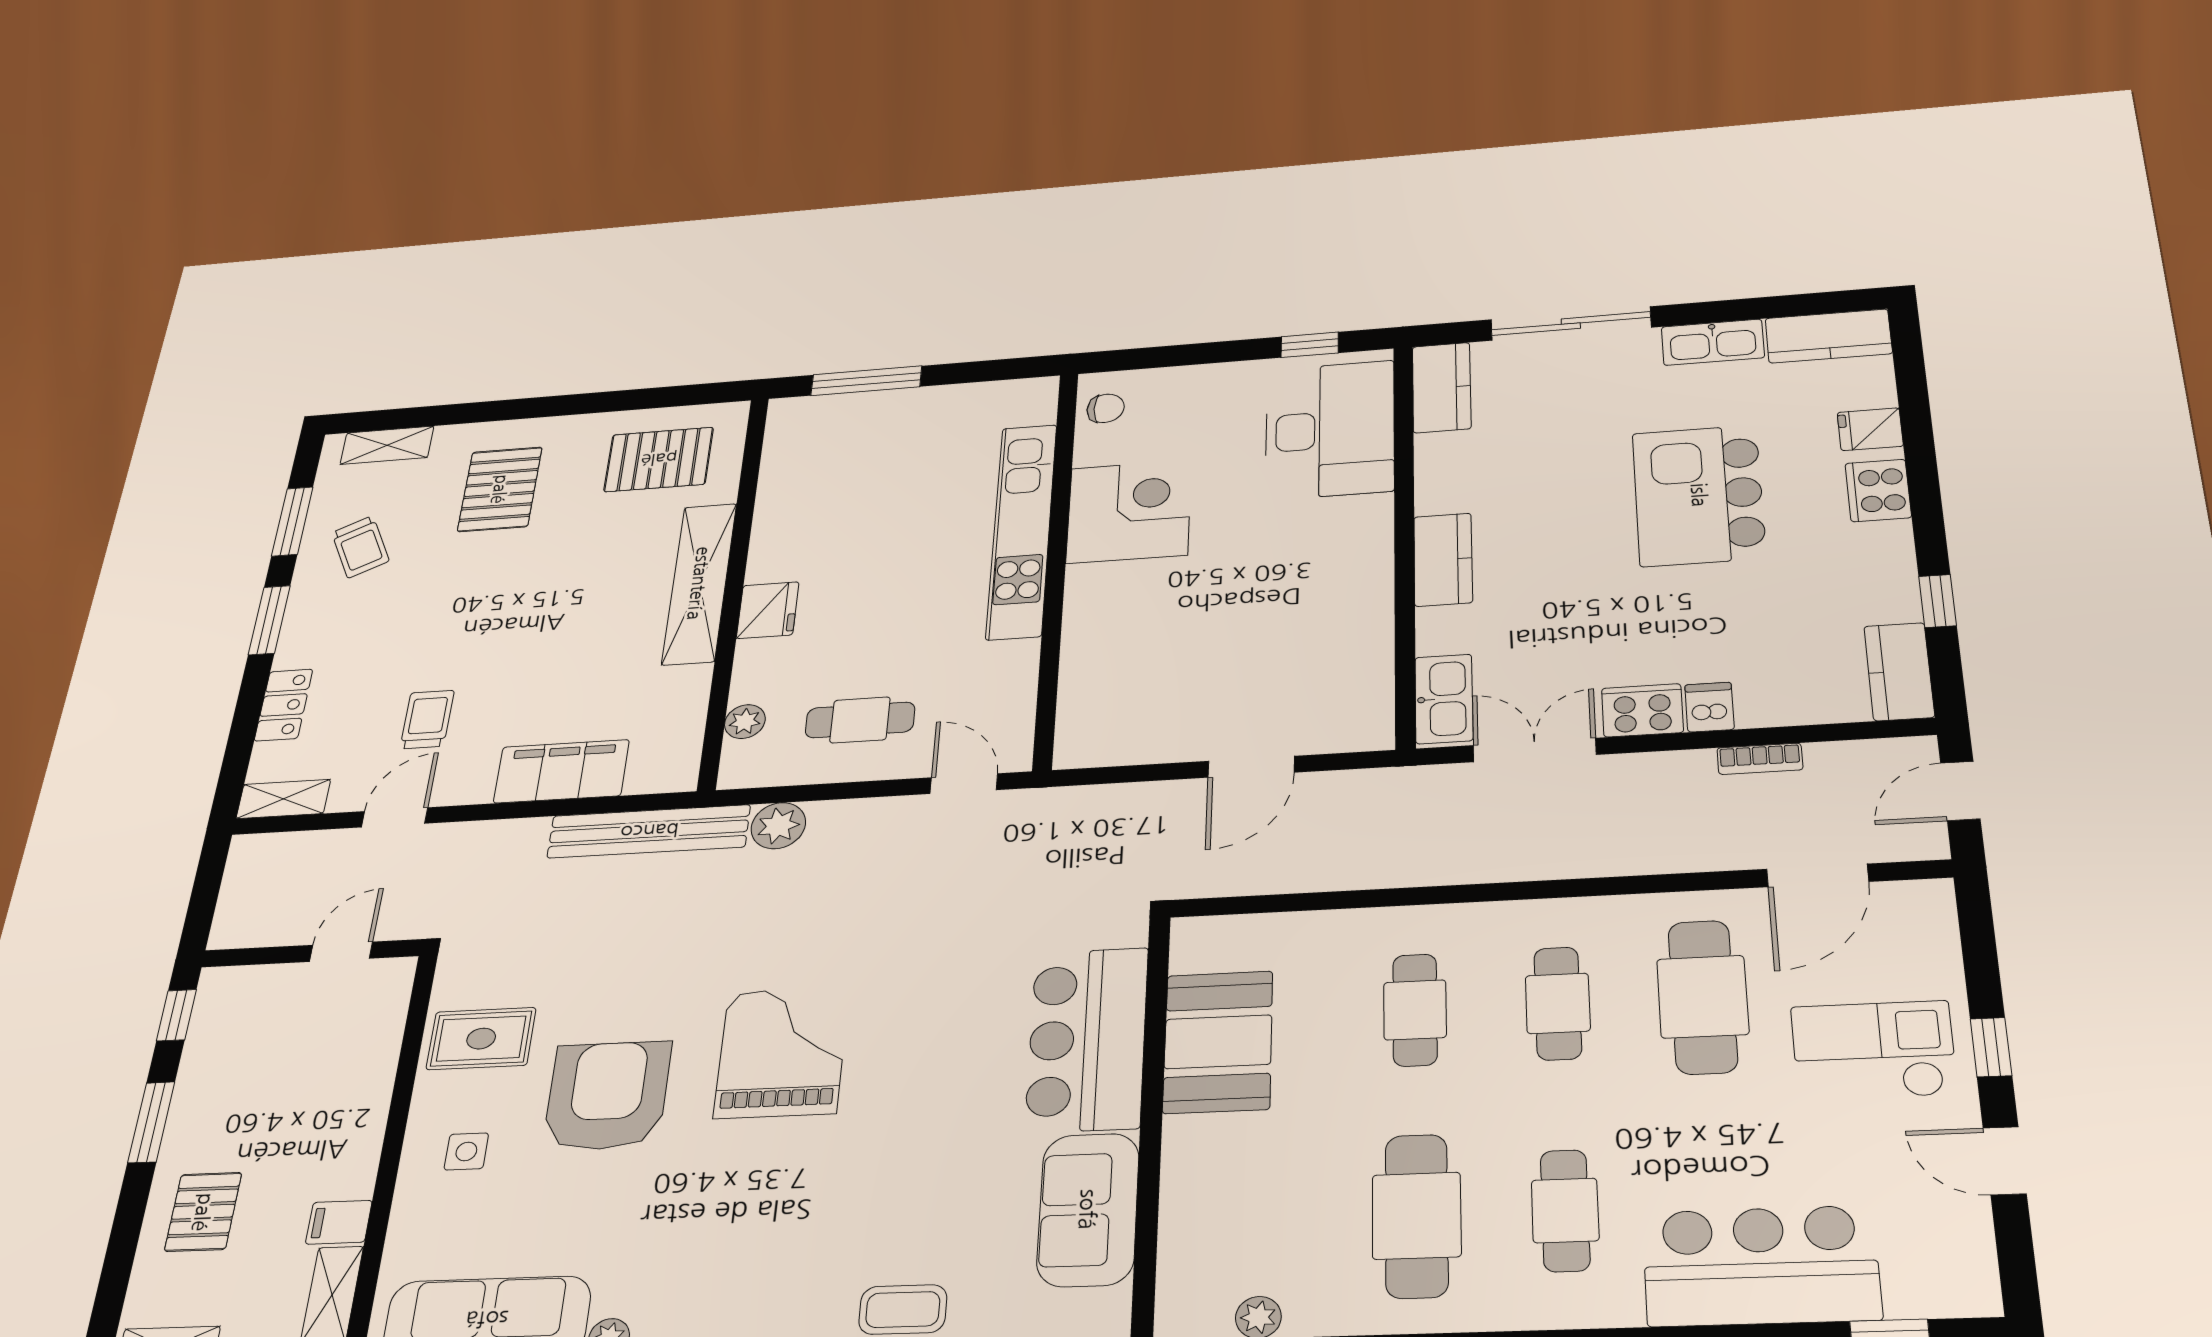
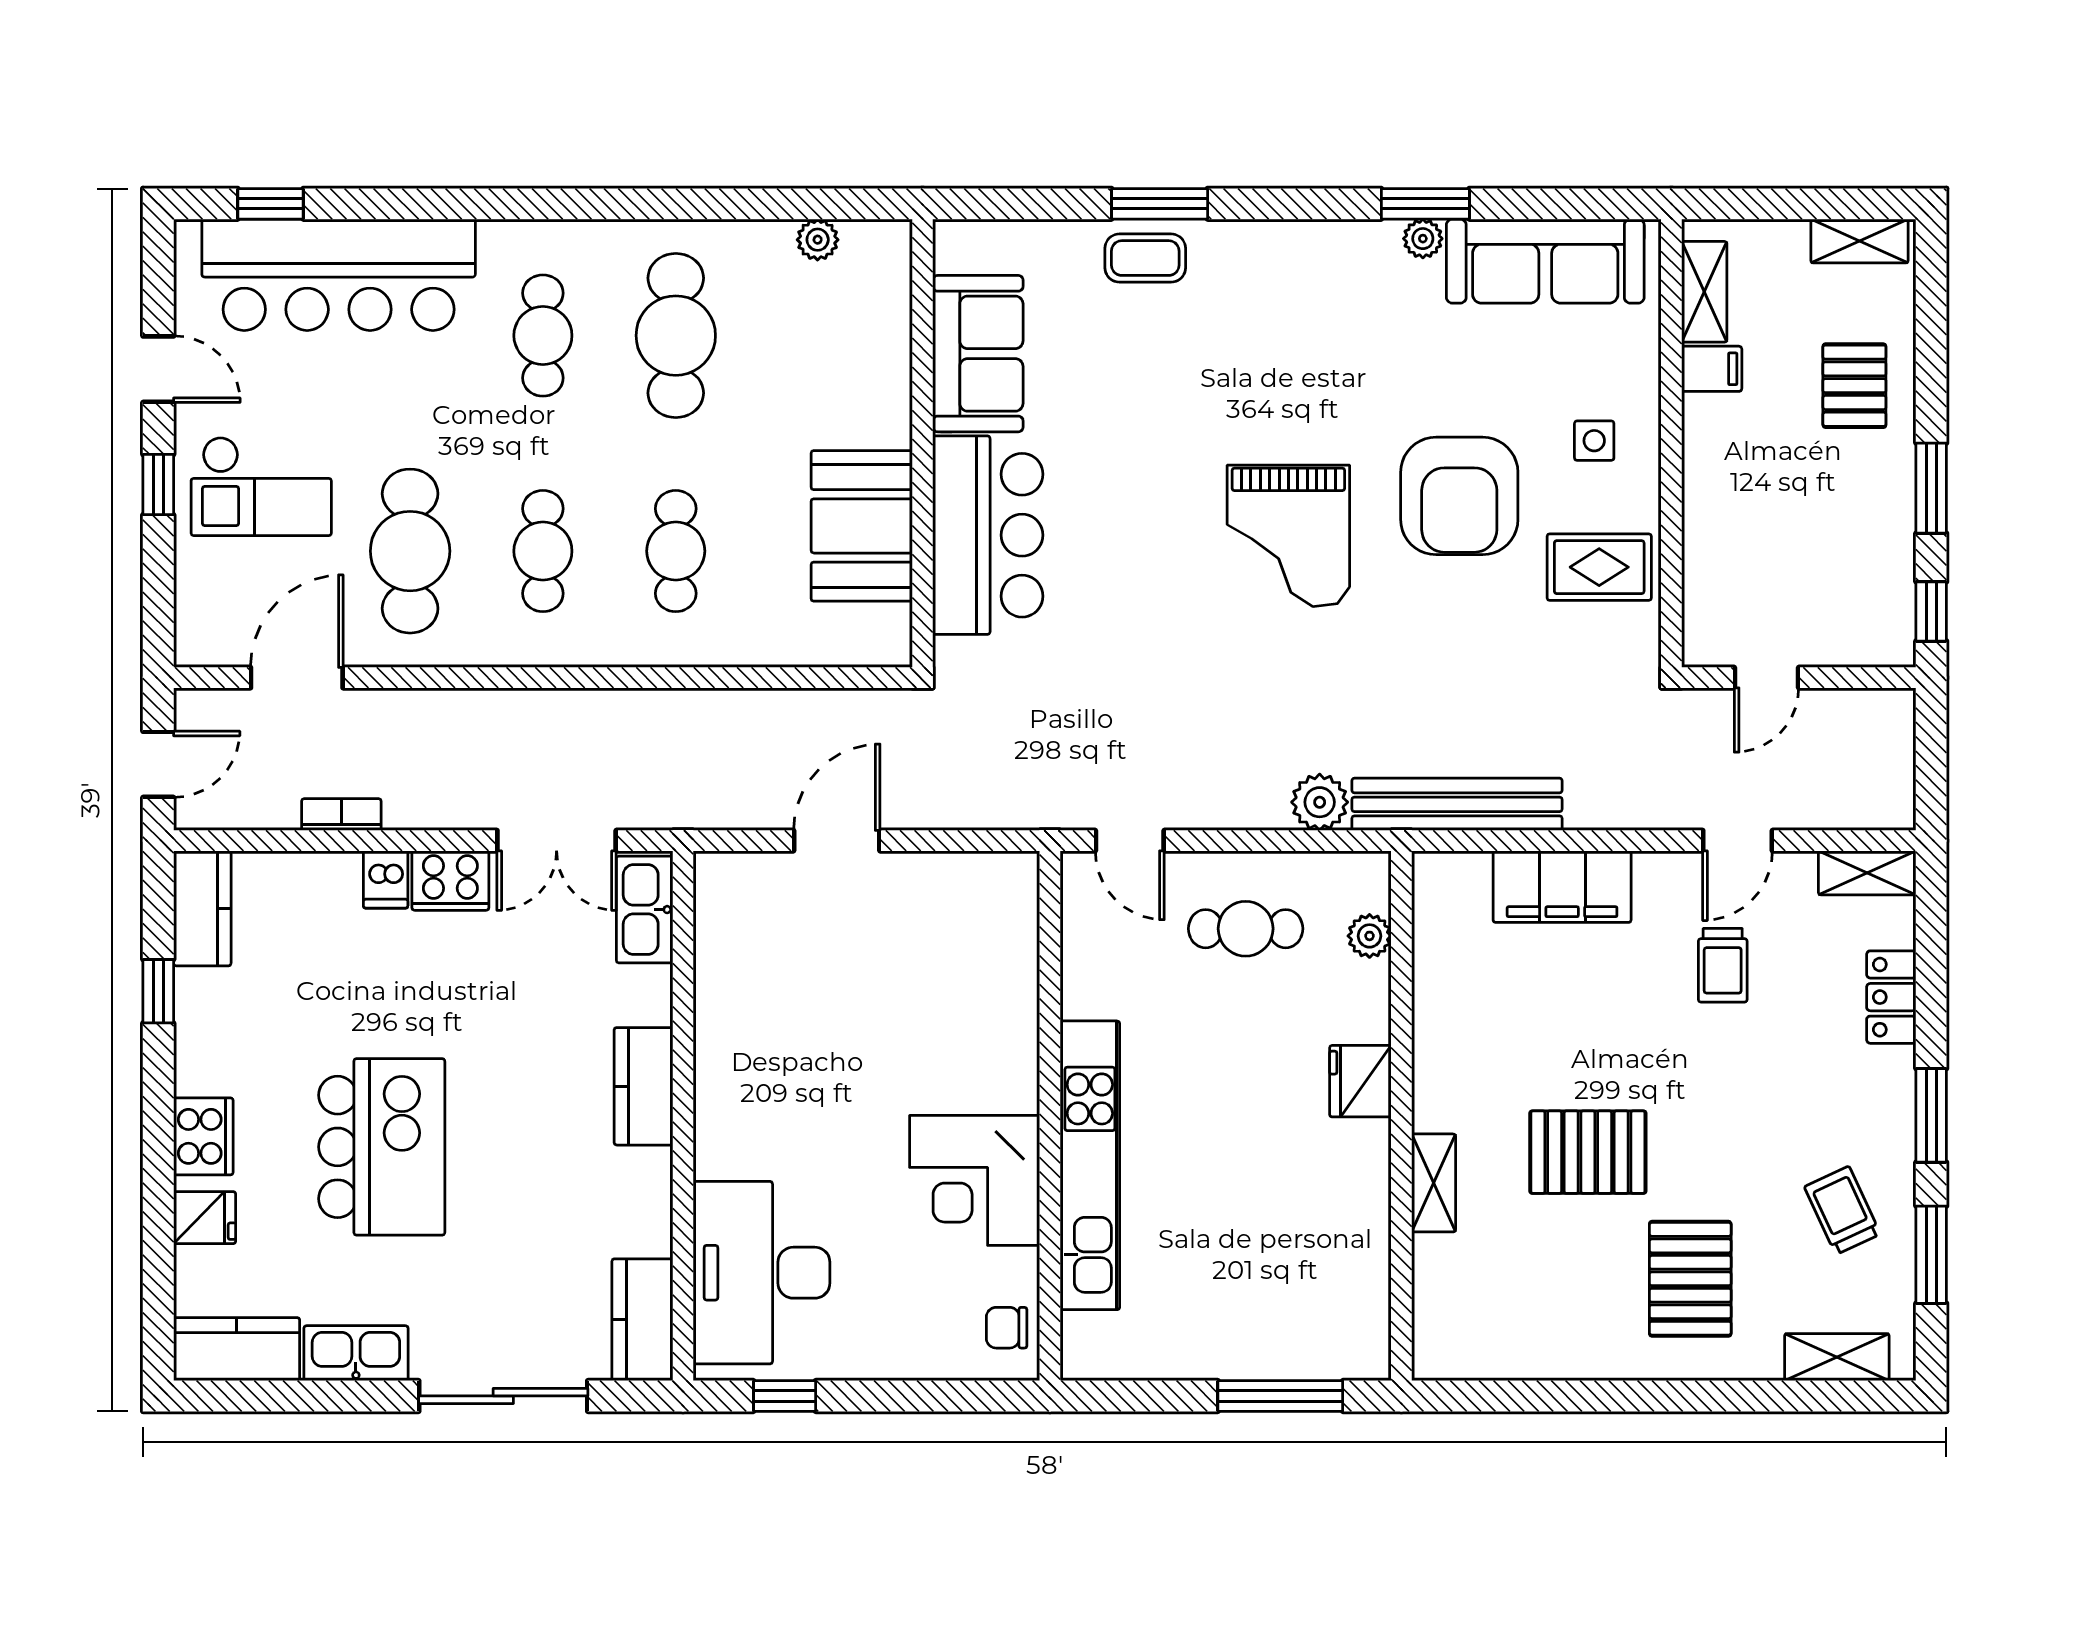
pallet: (659, 459) -> (1588, 1152), moved
shelving: (699, 583) -> (1434, 1183), width x0.45, depth x0.75
bar counter: (1761, 1266) -> (339, 275), width x1.36

